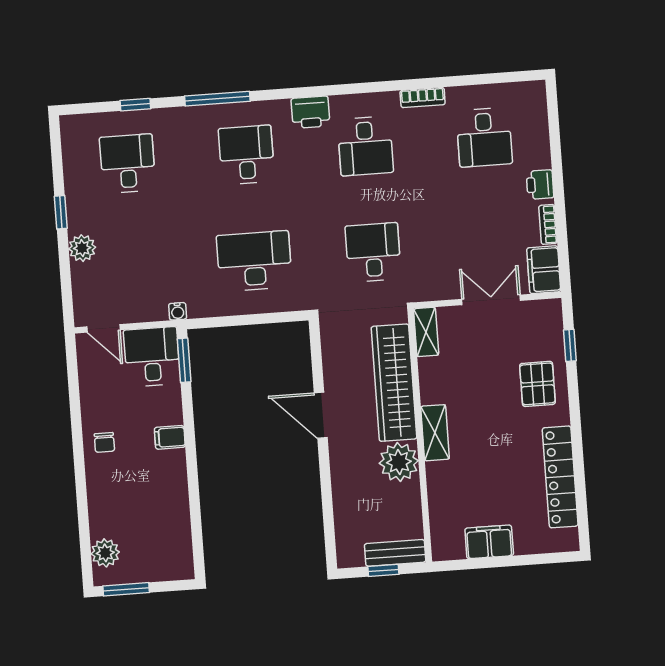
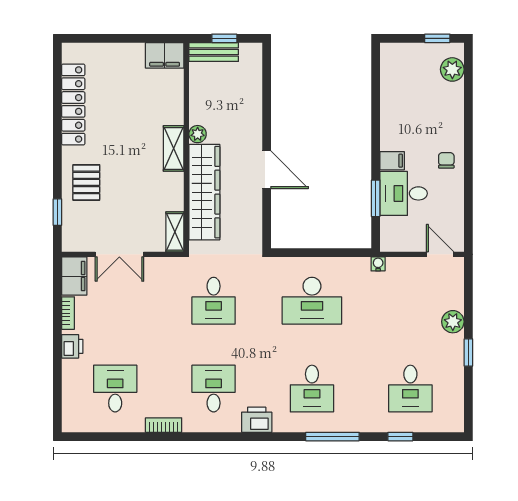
desk: (152, 357) -> (404, 193), moved, turned 90
window: (184, 360) -> (376, 198), moved
plant: (399, 462) -> (198, 134), width x0.53, depth x0.53
filing cabinet: (489, 542) -> (165, 55), moved
window: (126, 589) -> (437, 38), width x0.67

